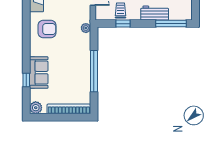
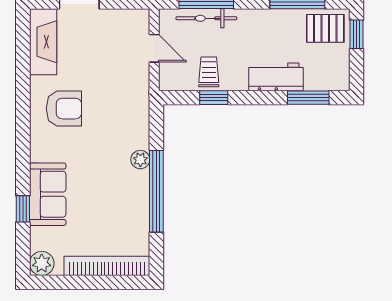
window: (171, 24) -> (308, 98), width x0.69
plant: (86, 28) -> (140, 160), moved

